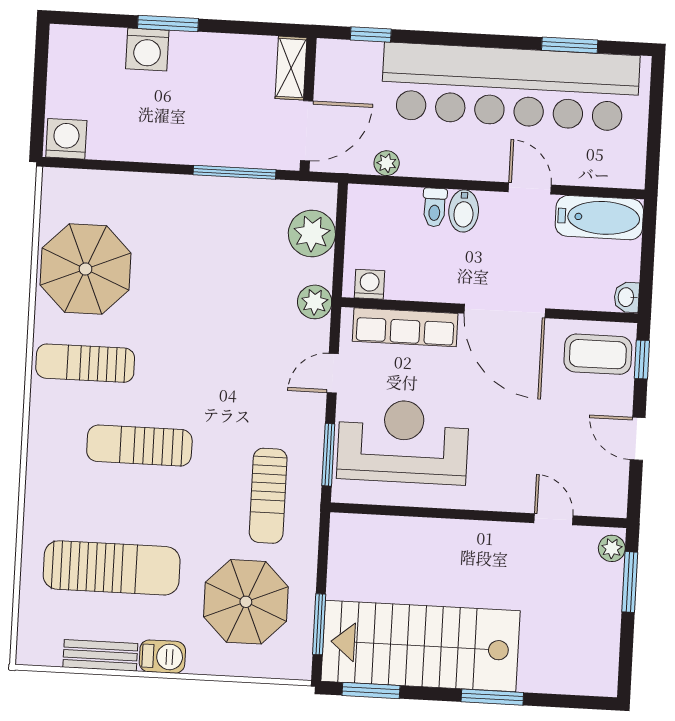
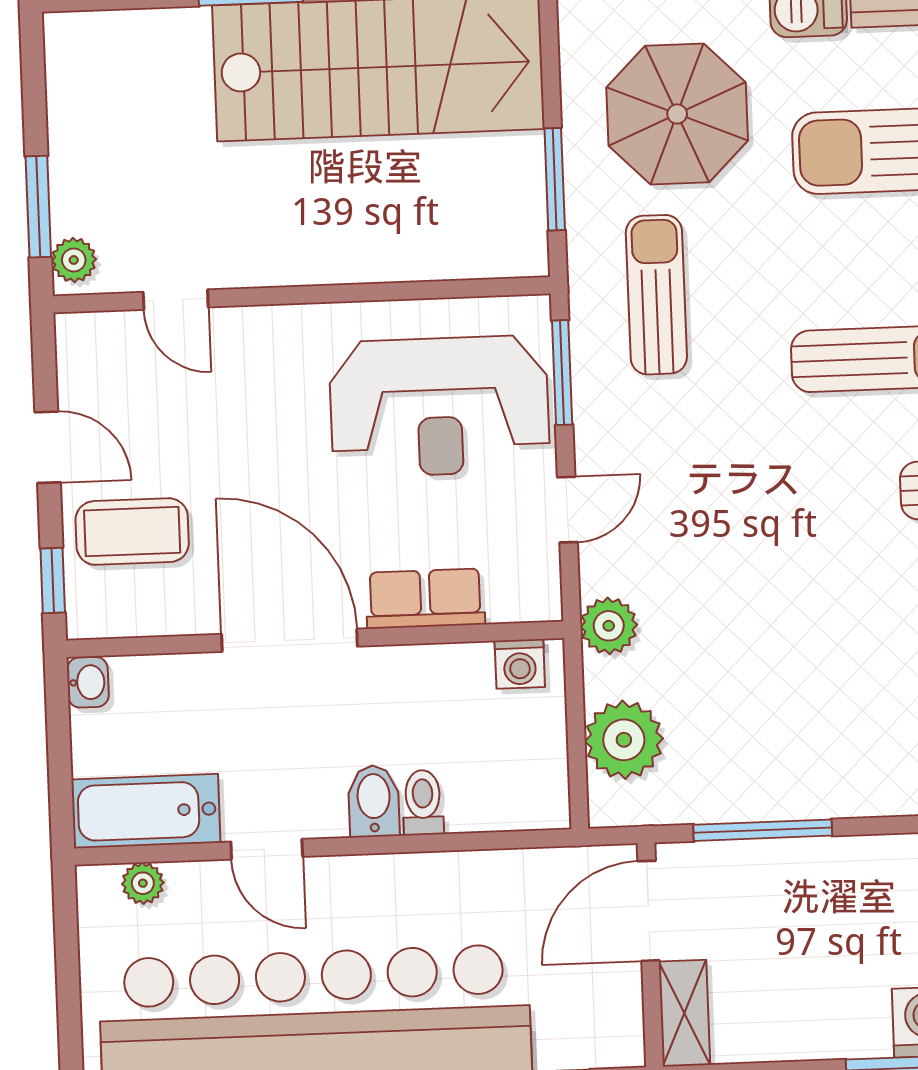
plant: (387, 163) -> (143, 883), moved
row of seats: (405, 327) -> (425, 599), width x0.68
coffee table: (598, 354) -> (132, 532), moved
window: (319, 624) -> (555, 179), moved

